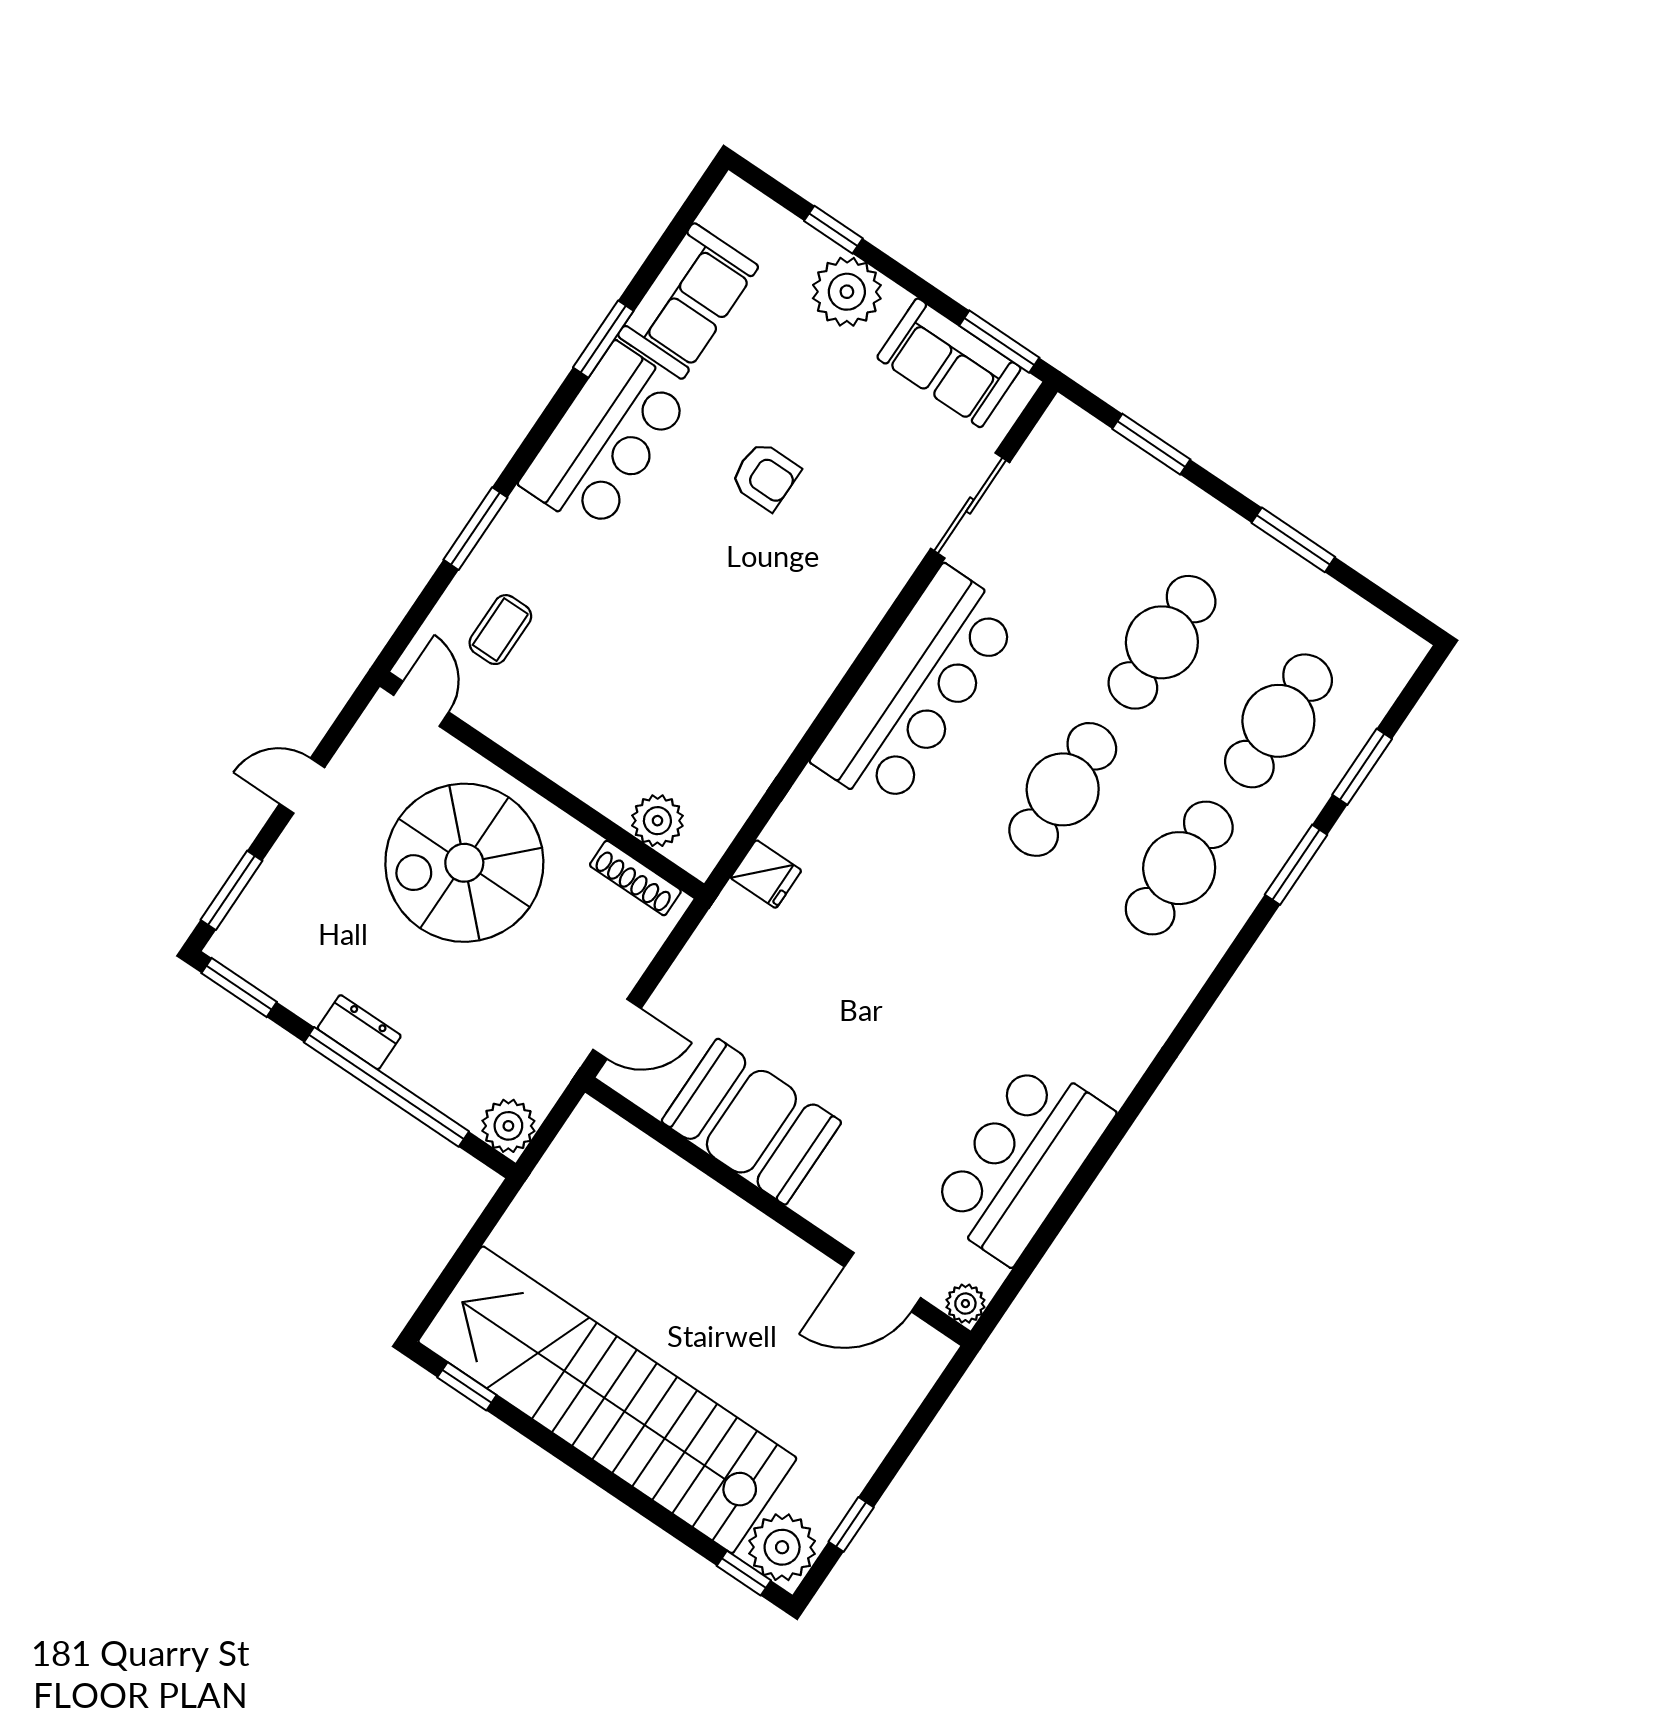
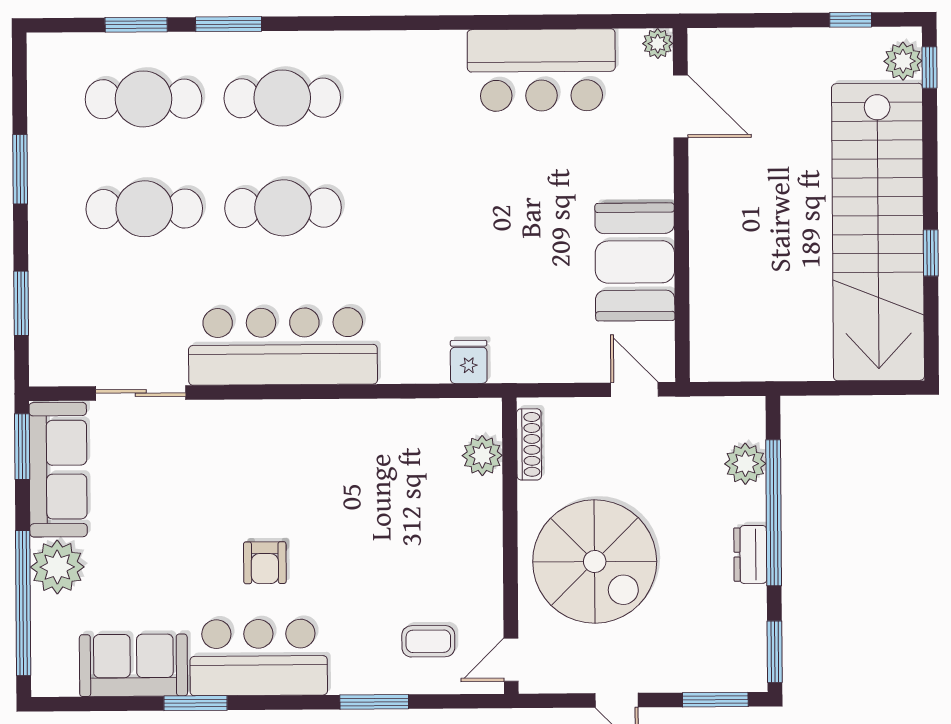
window: (833, 230) -> (23, 603), width x3.17
sofa: (949, 363) -> (58, 470), width x1.36
armchair: (765, 476) -> (265, 563), moved, turned 180
plant: (508, 1126) -> (745, 464), moved
window: (467, 1386) -> (931, 253), moved
plant: (782, 1547) -> (903, 61), width x0.73, depth x0.73

